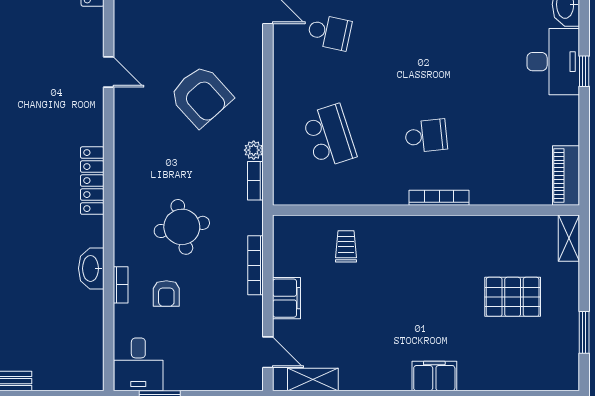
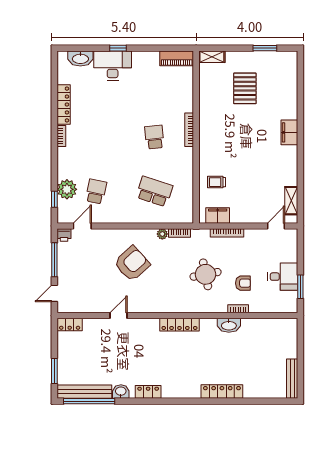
school desk: (329, 136) -> (154, 191), turned 36
filing cabinet: (287, 298) -> (218, 215), moved
desk: (138, 364) -> (283, 277), moved

